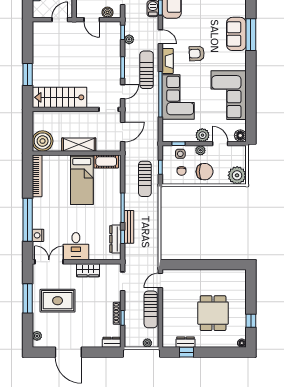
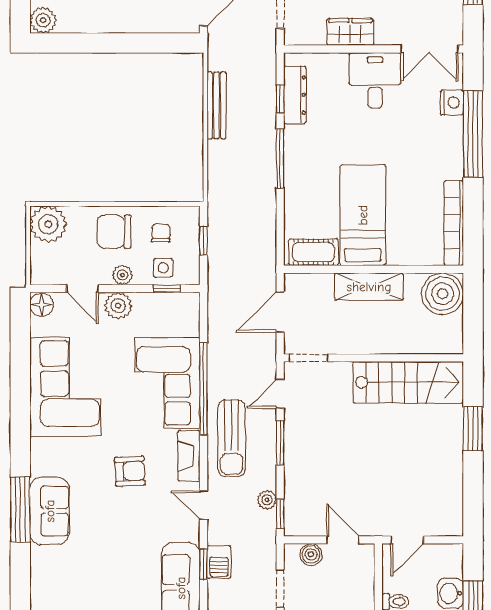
sun lounger: (145, 179) -> (235, 217), removed
bench: (129, 227) -> (216, 105), moved
plant: (240, 276) -> (43, 20), added

